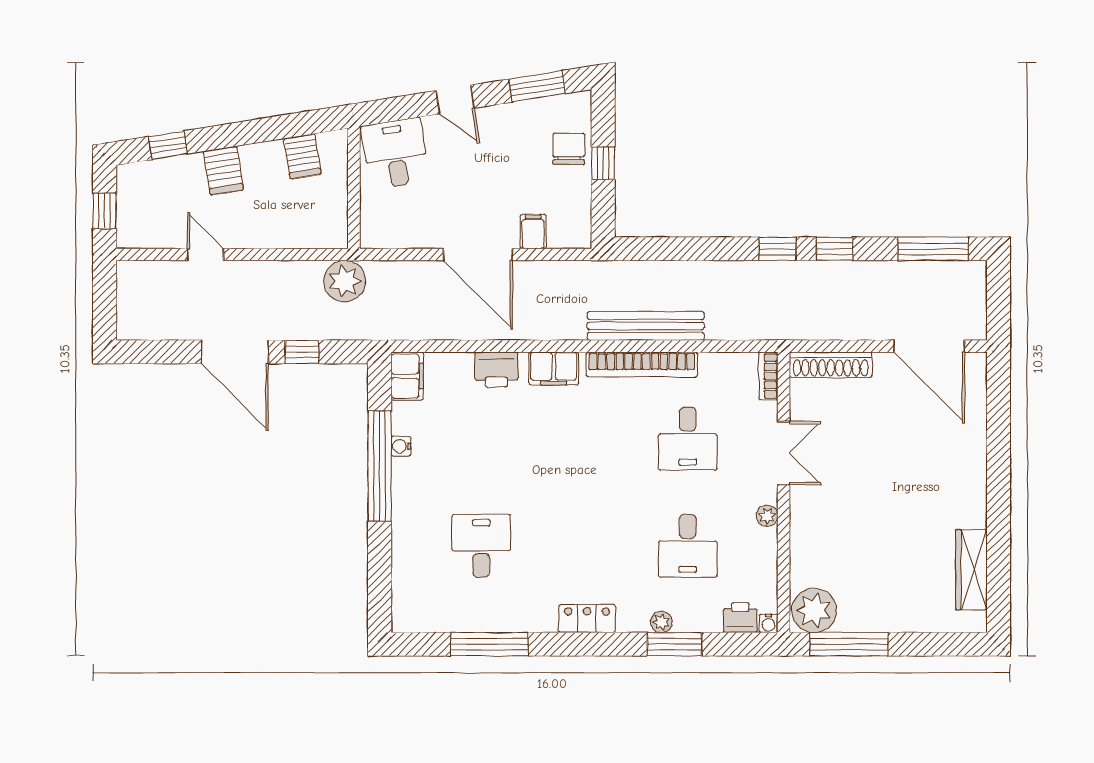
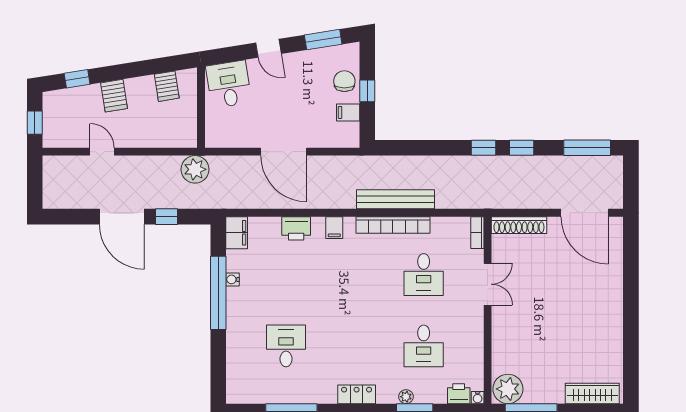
filing cabinet: (533, 232) -> (348, 112), moved, turned -90
filing cabinet: (554, 368) -> (334, 228), width x0.50
plant: (767, 516) -> (477, 326), removed
wardrobe: (971, 570) -> (592, 393), moved, turned 90

